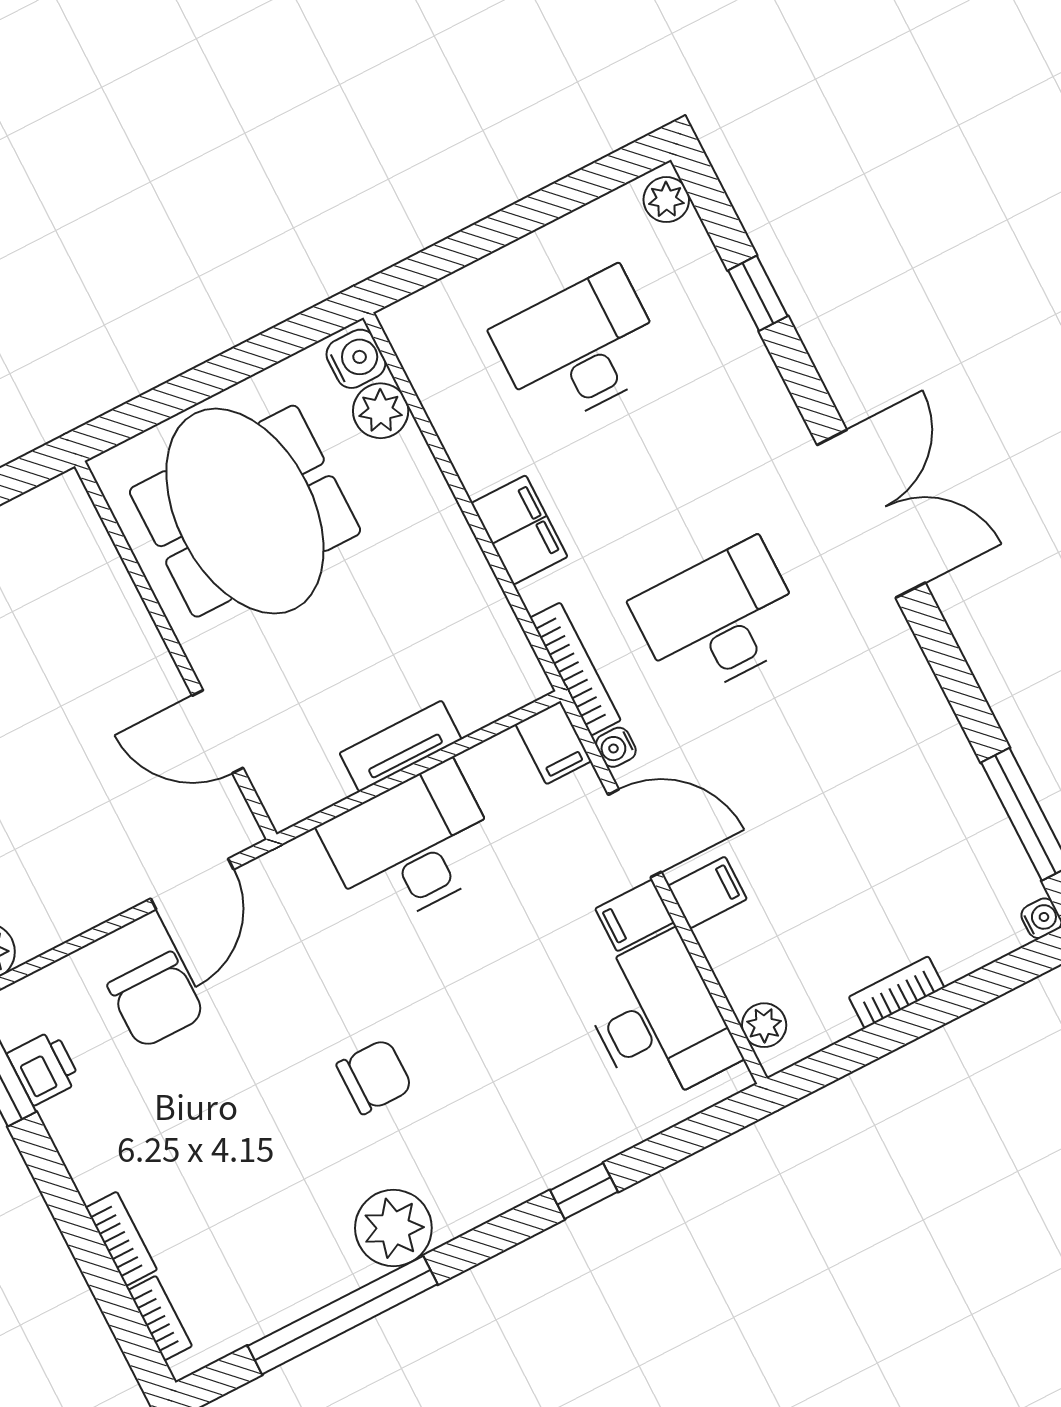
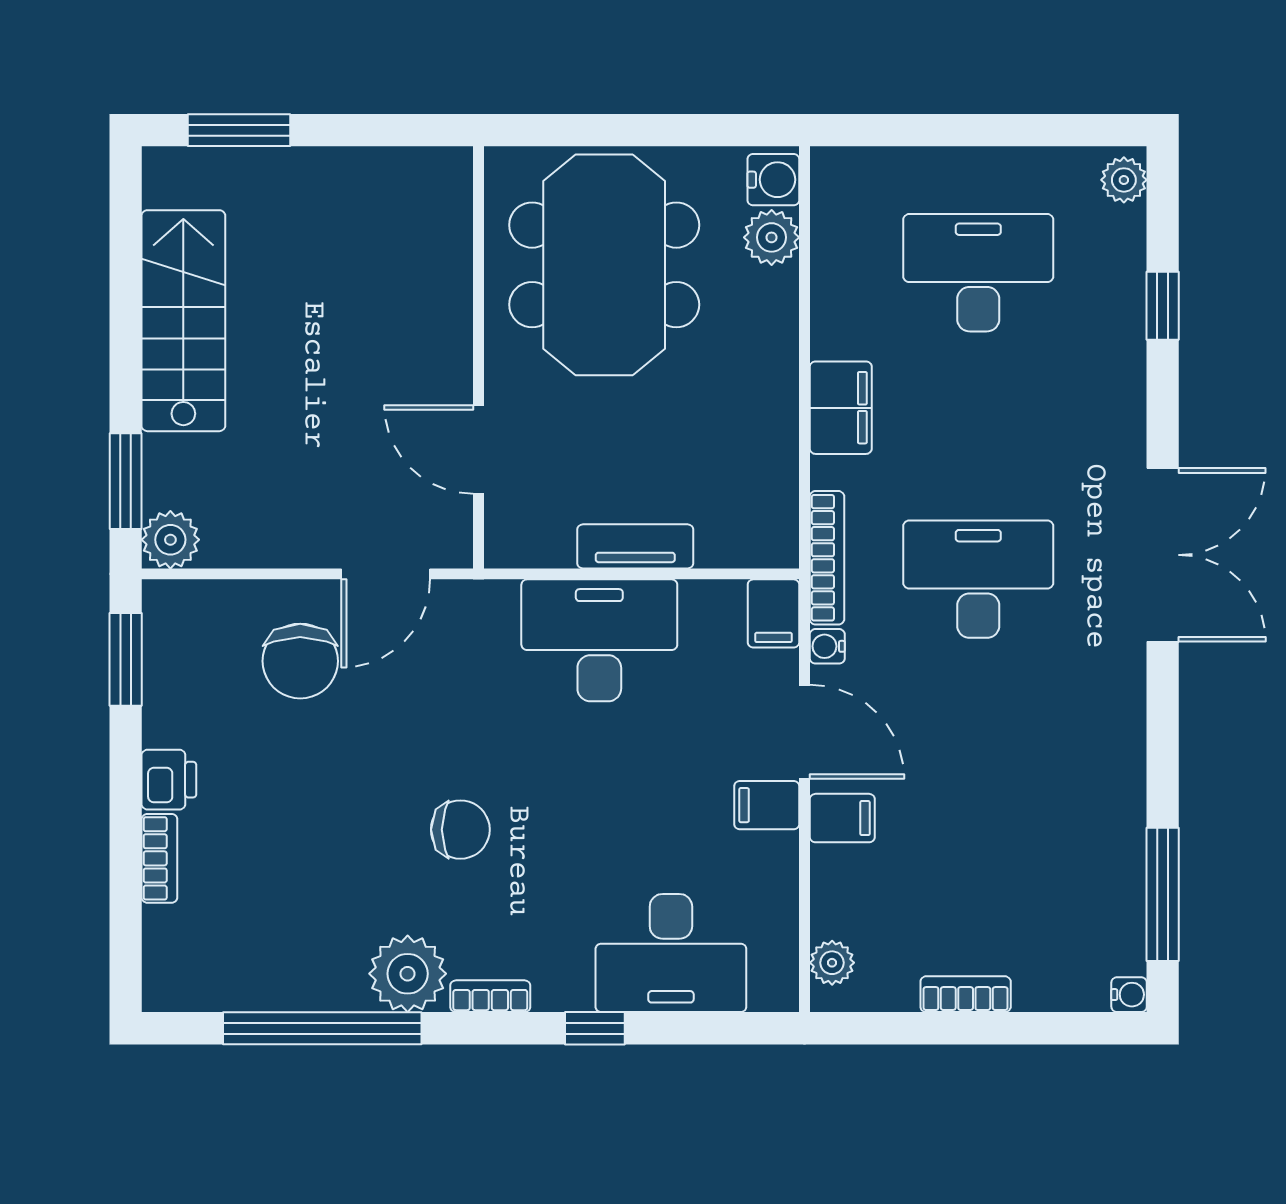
desk: (658, 1020) -> (671, 953), moved, turned 90
printer: (44, 1068) -> (169, 780), moved
bookcase: (160, 1318) -> (490, 996), moved, turned -90

